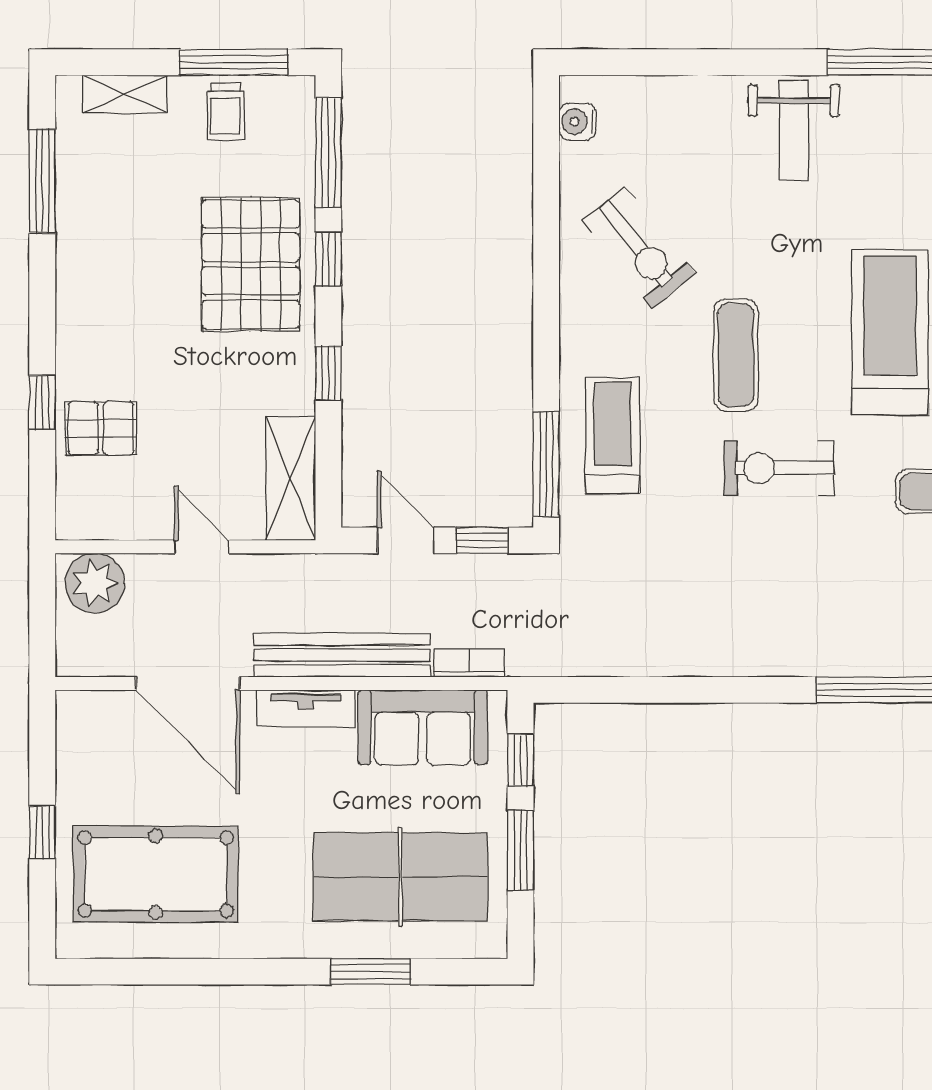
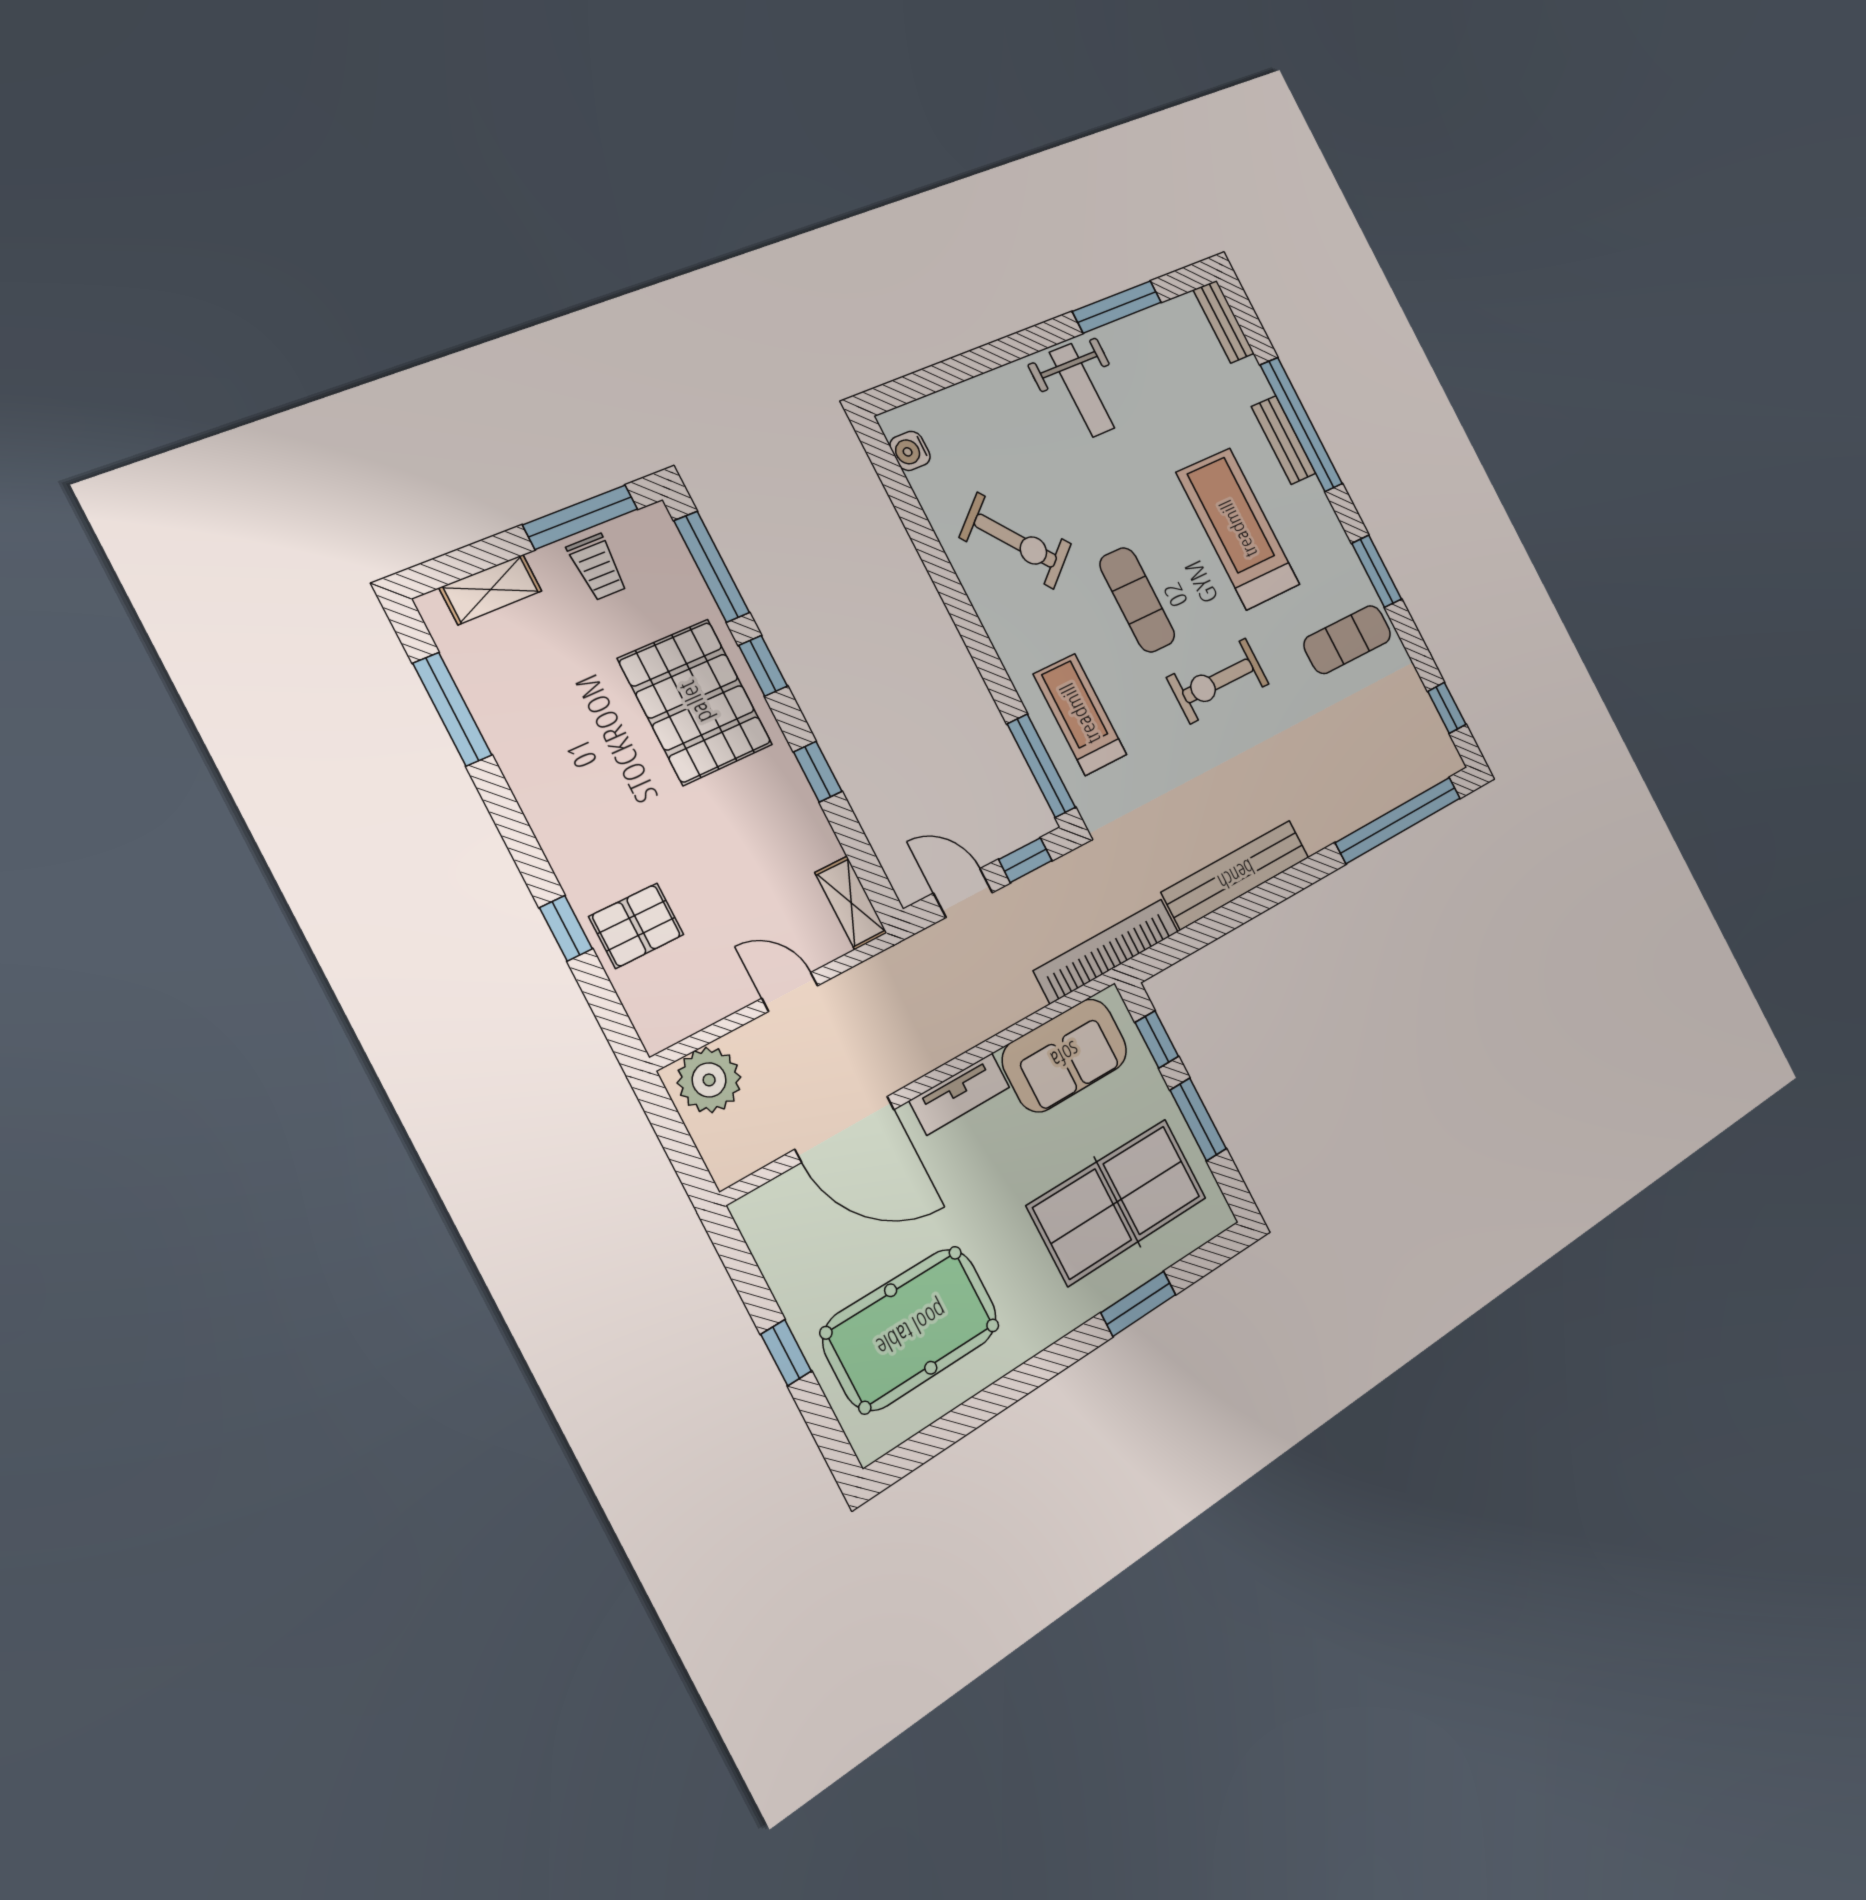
shelving: (291, 478) -> (851, 903), width x0.67, depth x0.75
bench: (342, 655) -> (1236, 875), moved
bookcase: (469, 663) -> (1107, 951), width x2.31, depth x1.31

